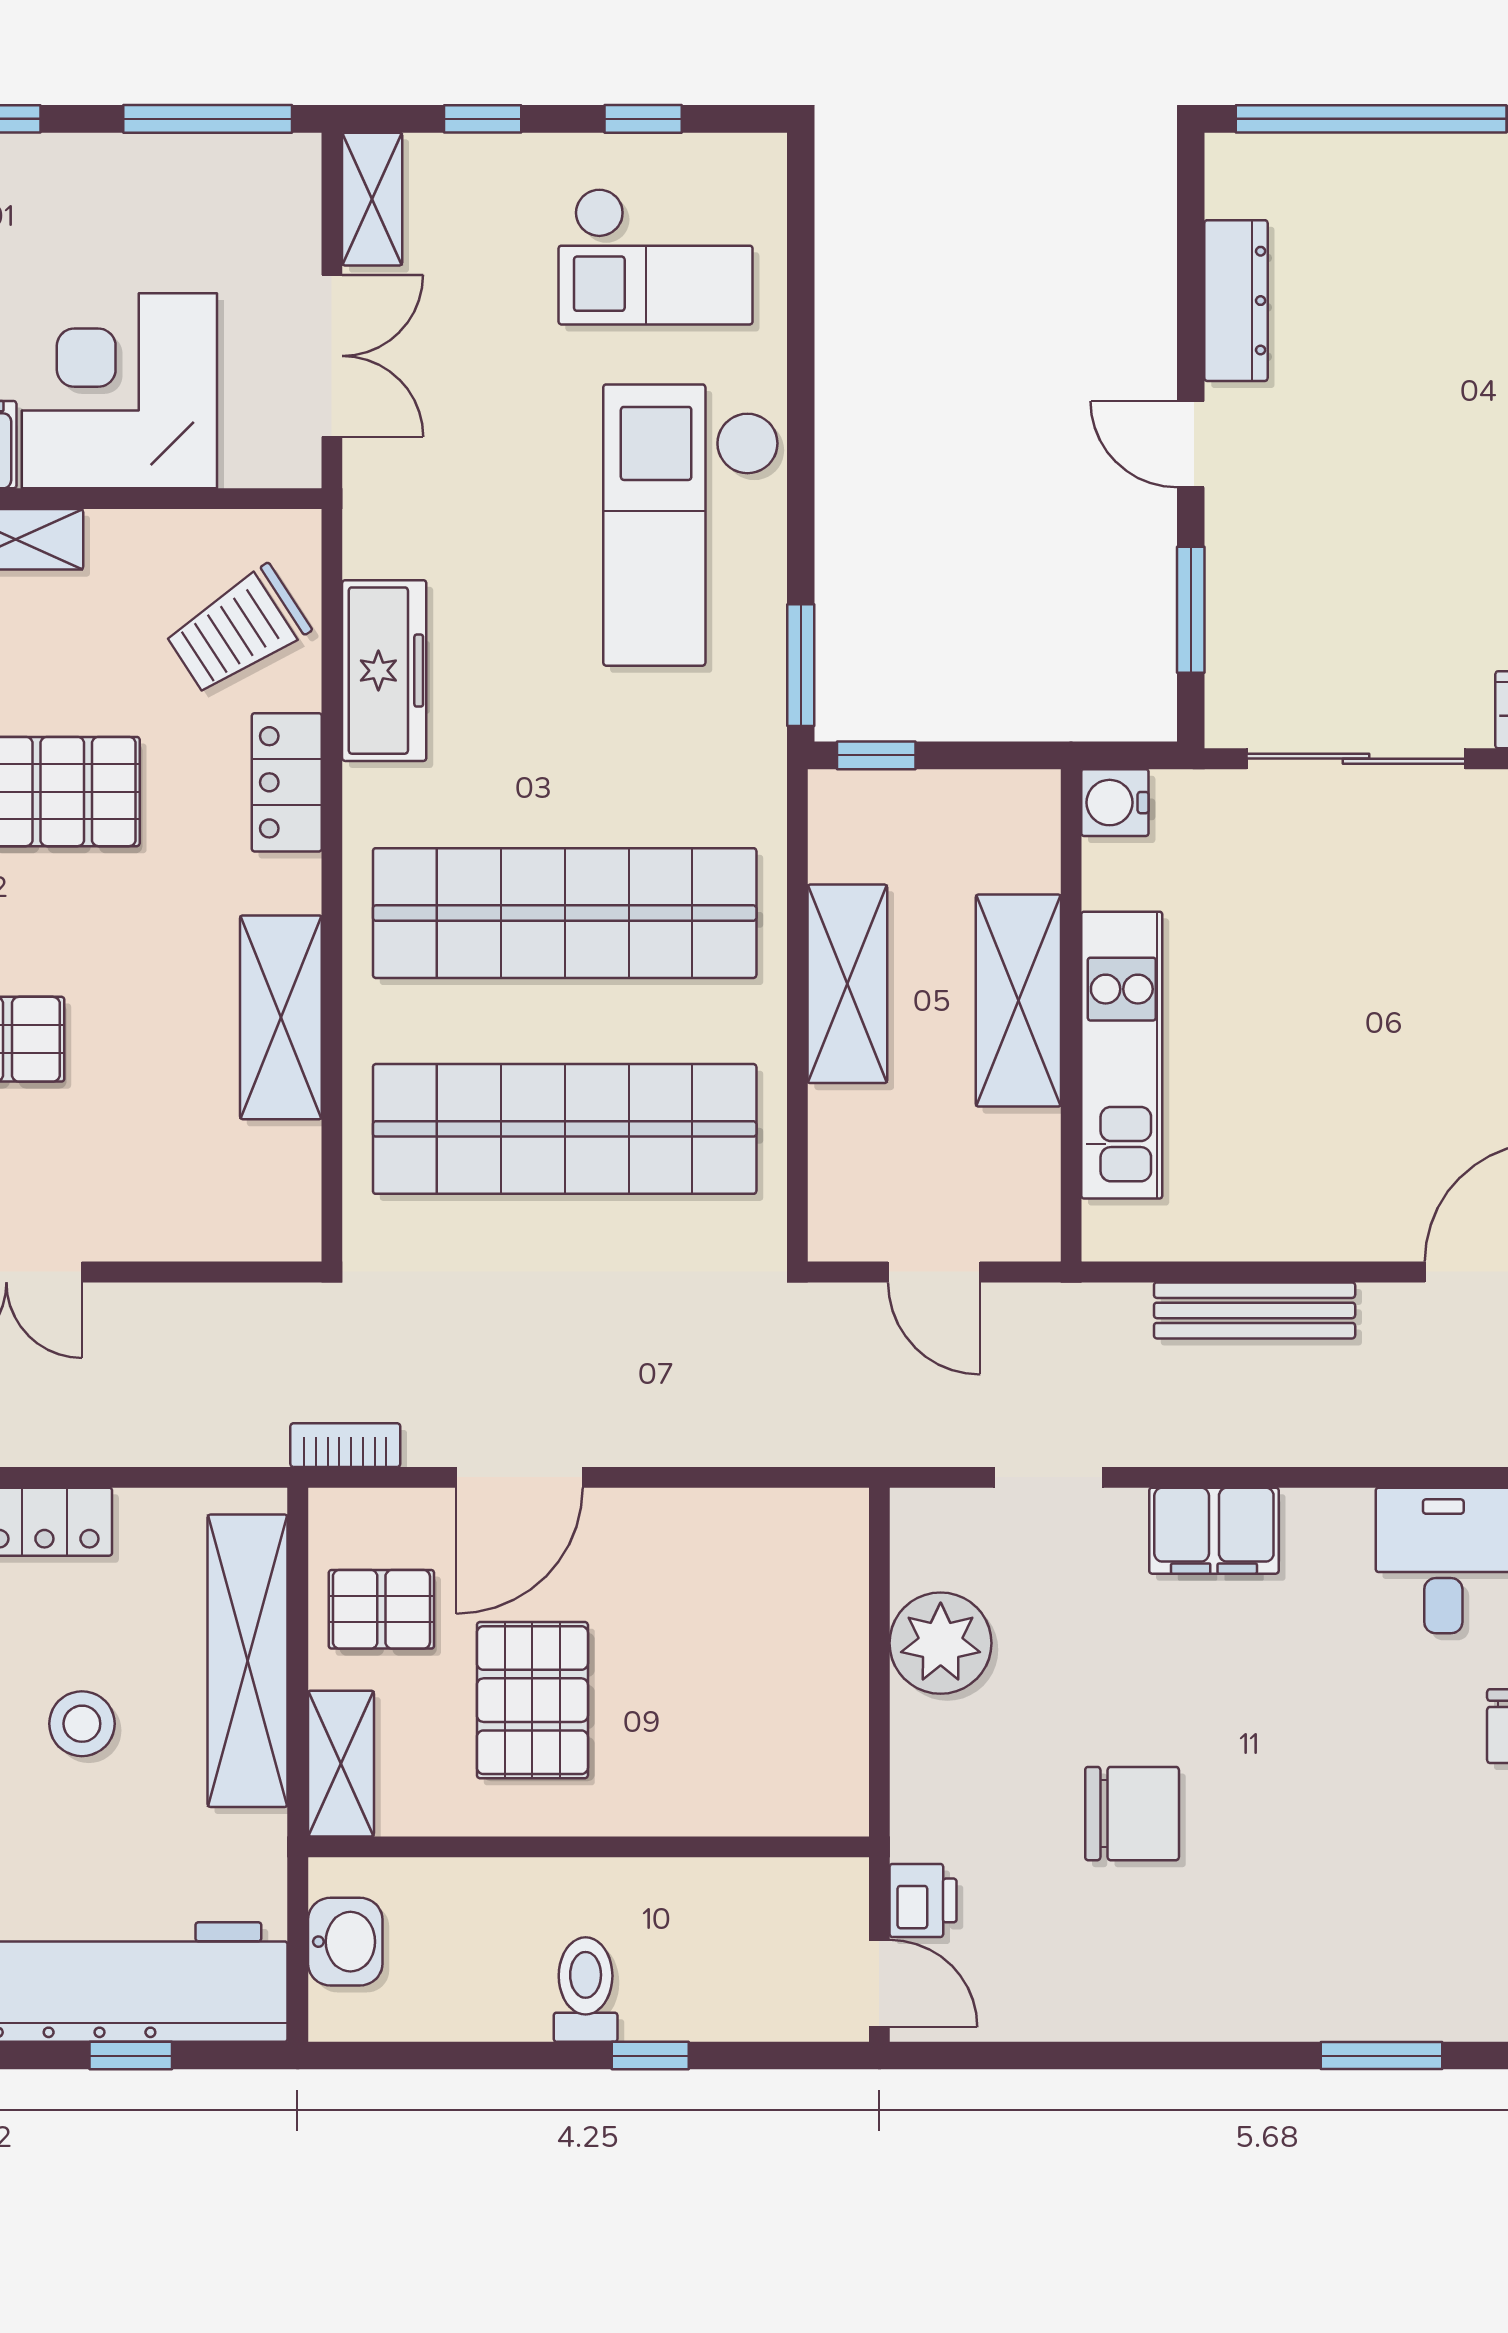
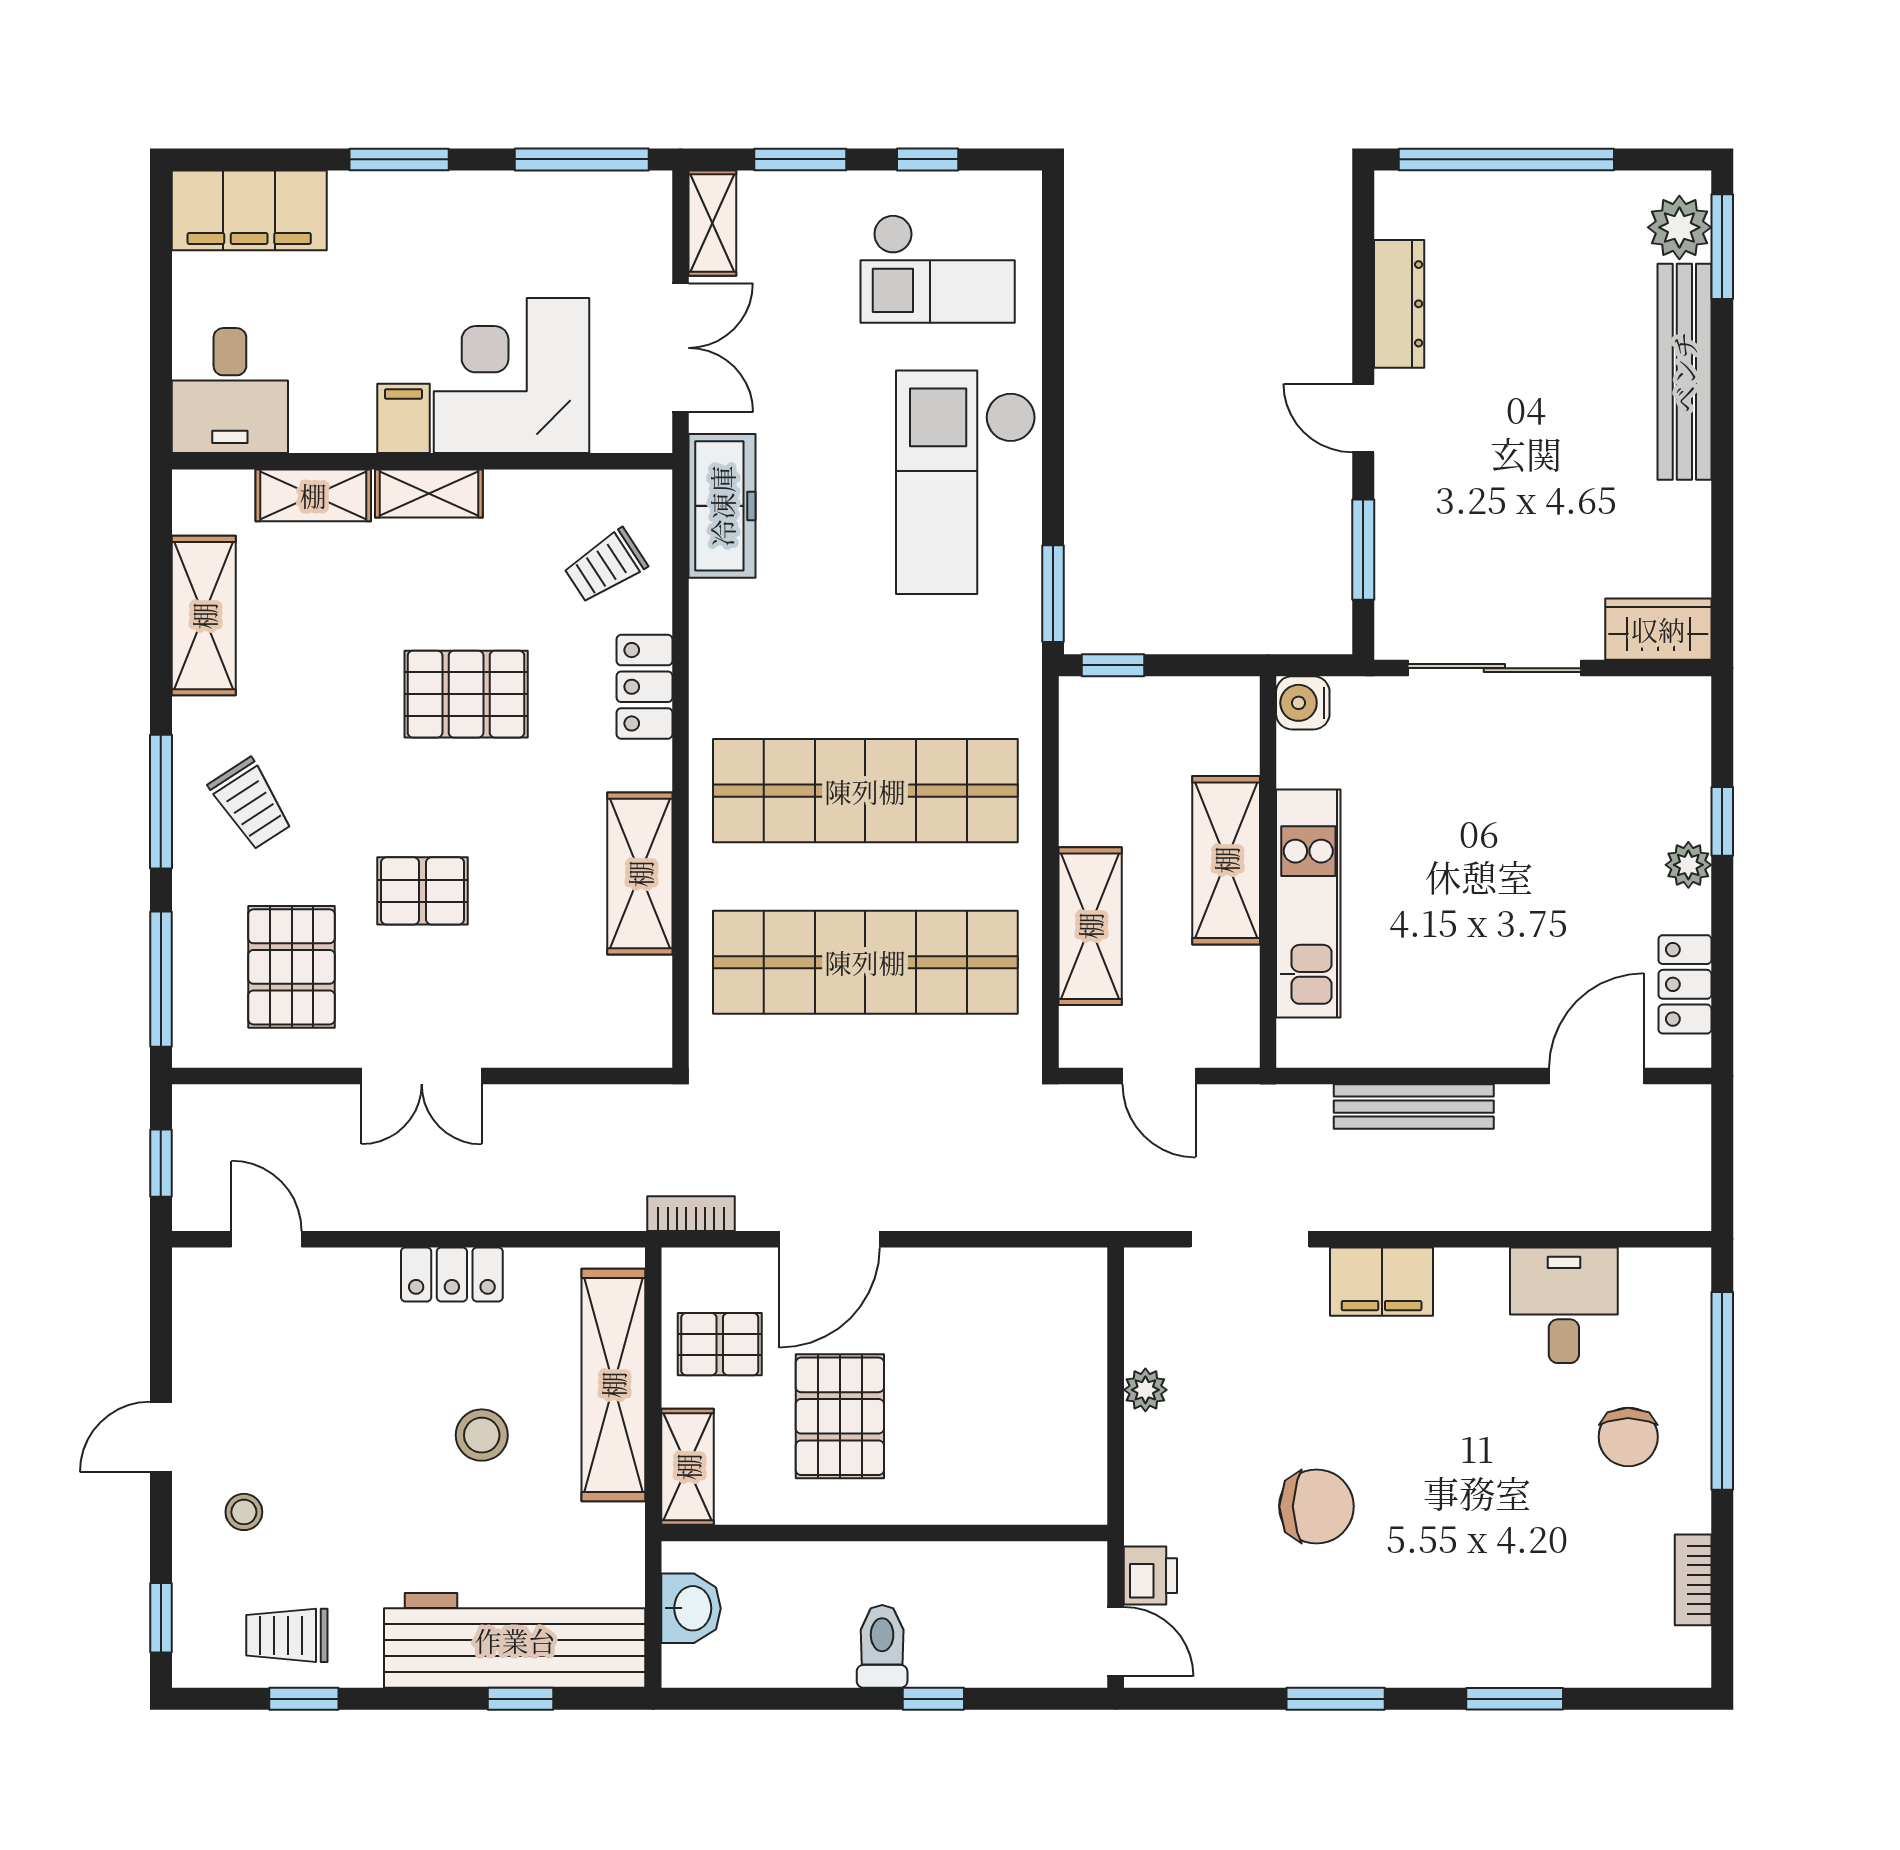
window: (483, 119) -> (800, 159), width x1.50
trolley: (238, 630) -> (605, 566), width x0.73, depth x0.72
freezer: (384, 671) -> (722, 506), moved
shelving: (847, 984) -> (1090, 926), moved
doorway: (1048, 1477) -> (1250, 1239), width x1.38
plant: (941, 1643) -> (1145, 1390), width x0.53, depth x0.53
window: (1156, 2056) -> (1336, 1699), added

